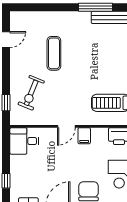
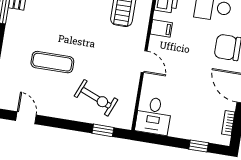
filing cabinet: (84, 136) -> (161, 28), moved

